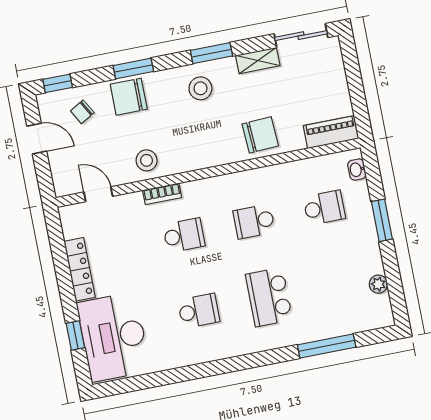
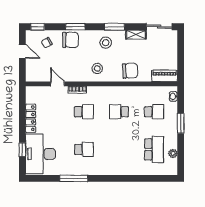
chair: (129, 97) -> (71, 40), turned 180
stool: (147, 160) -> (97, 68), moved
door: (98, 194) -> (57, 84), moved
school desk: (269, 297) -> (154, 149), moved, turned 180
window: (327, 346) -> (74, 178), moved

